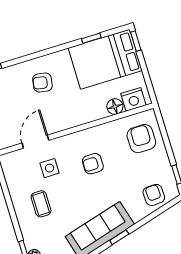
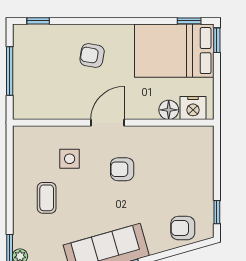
window: (91, 38) -> (189, 21), moved
armchair: (141, 139) -> (188, 157), removed
door: (35, 142) -> (107, 123), moved
armchair: (154, 195) -> (183, 228), turned -87

